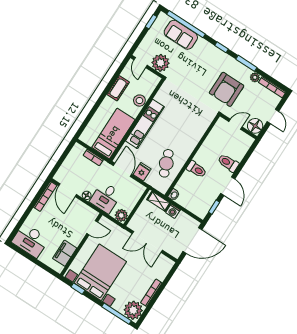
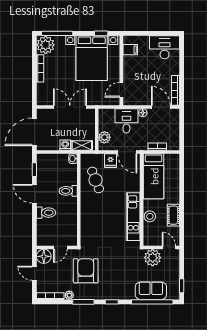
kitchen unit: (145, 124) -> (133, 217), moved
plant: (121, 215) -> (104, 137), moved
filing cabinet: (65, 253) -> (130, 50), width x0.50

